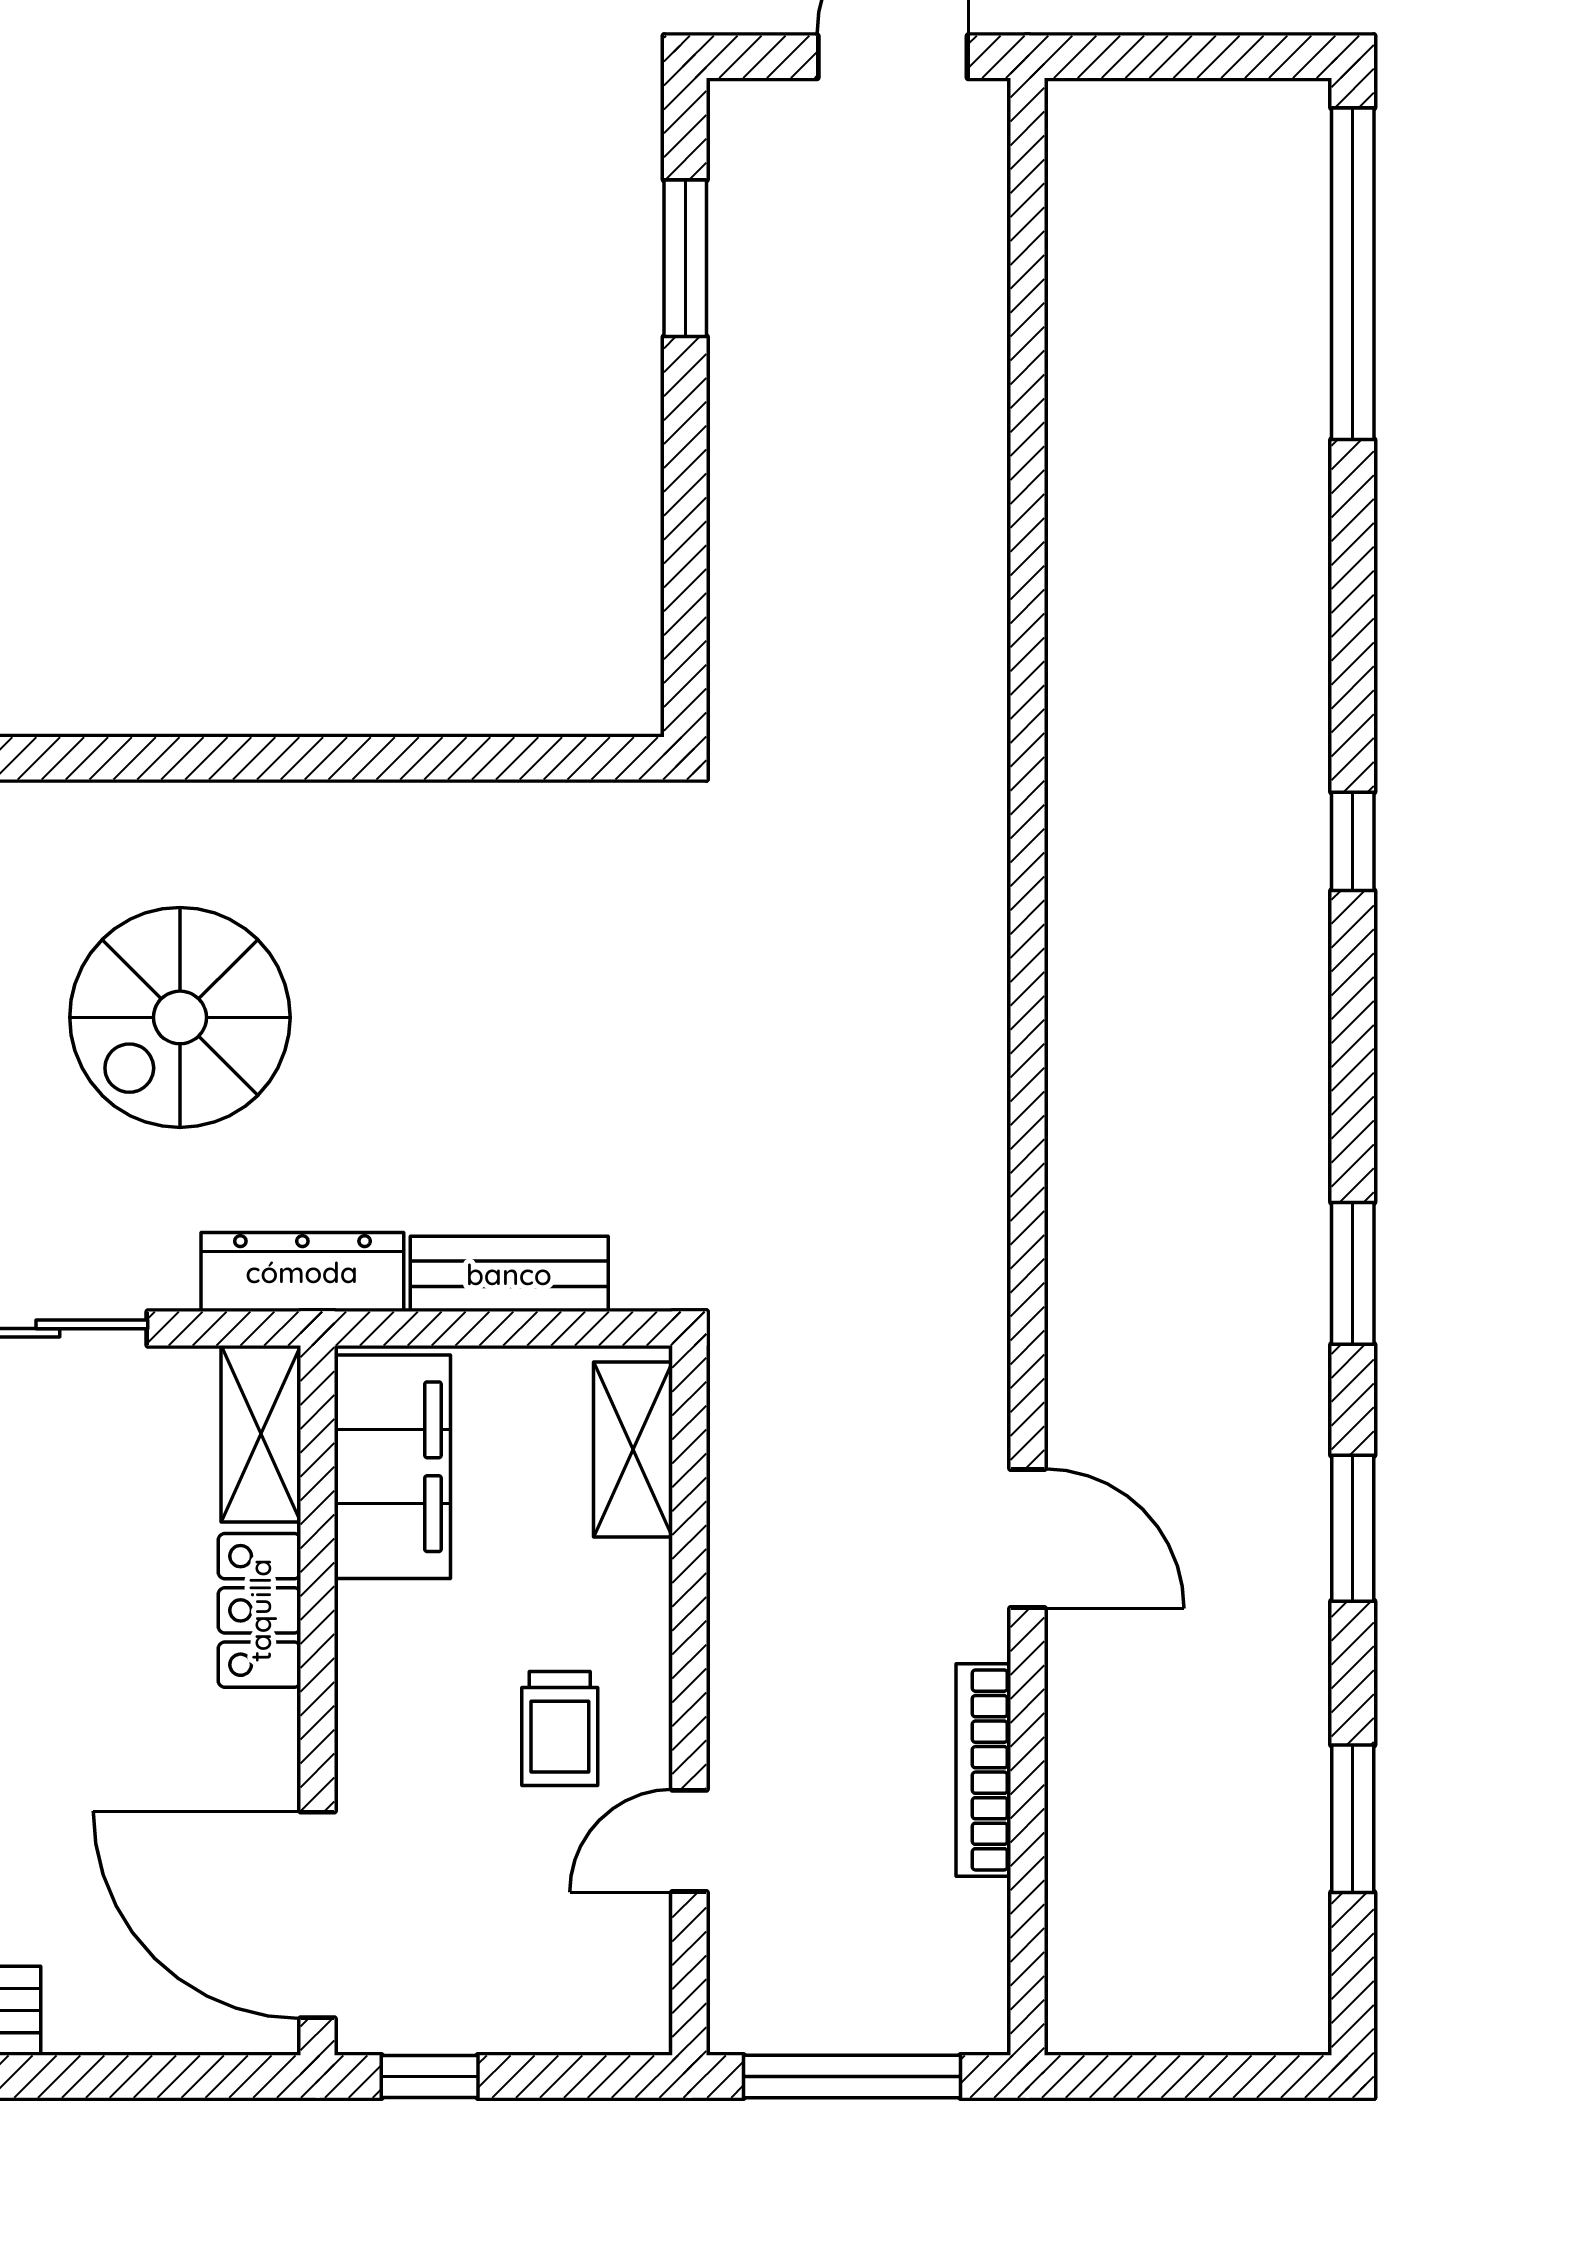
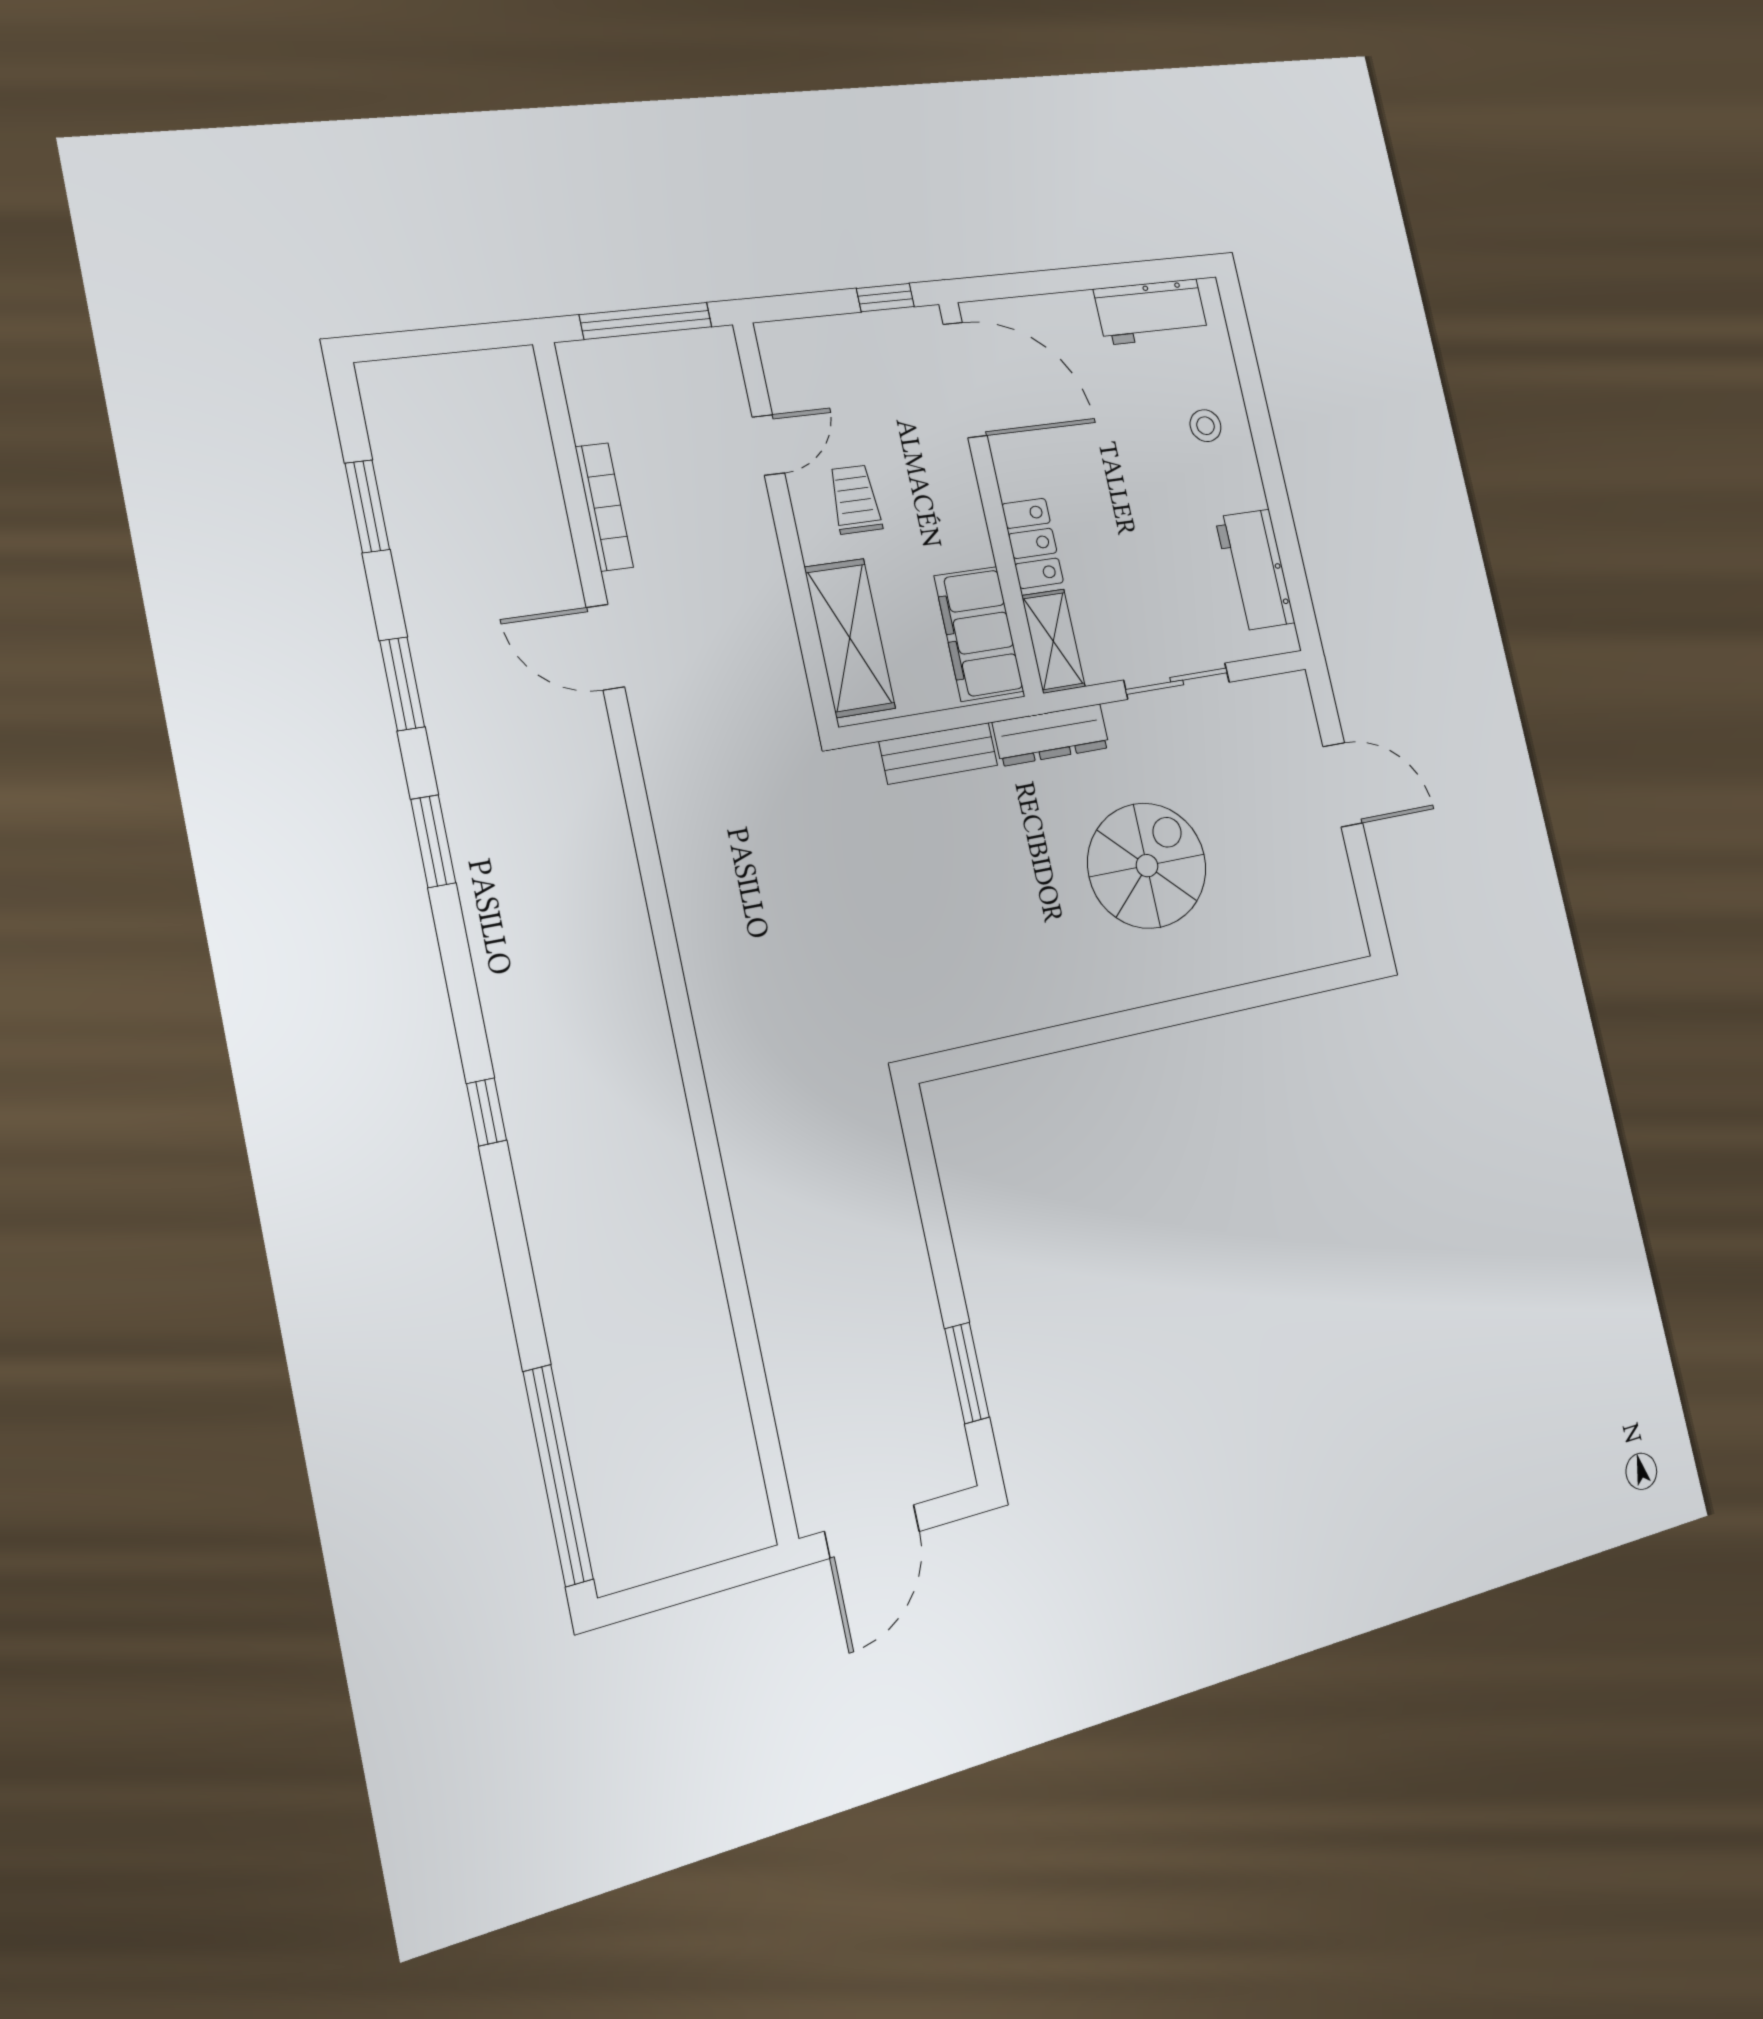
shelving: (633, 1450) -> (850, 638), width x1.50, depth x1.33

